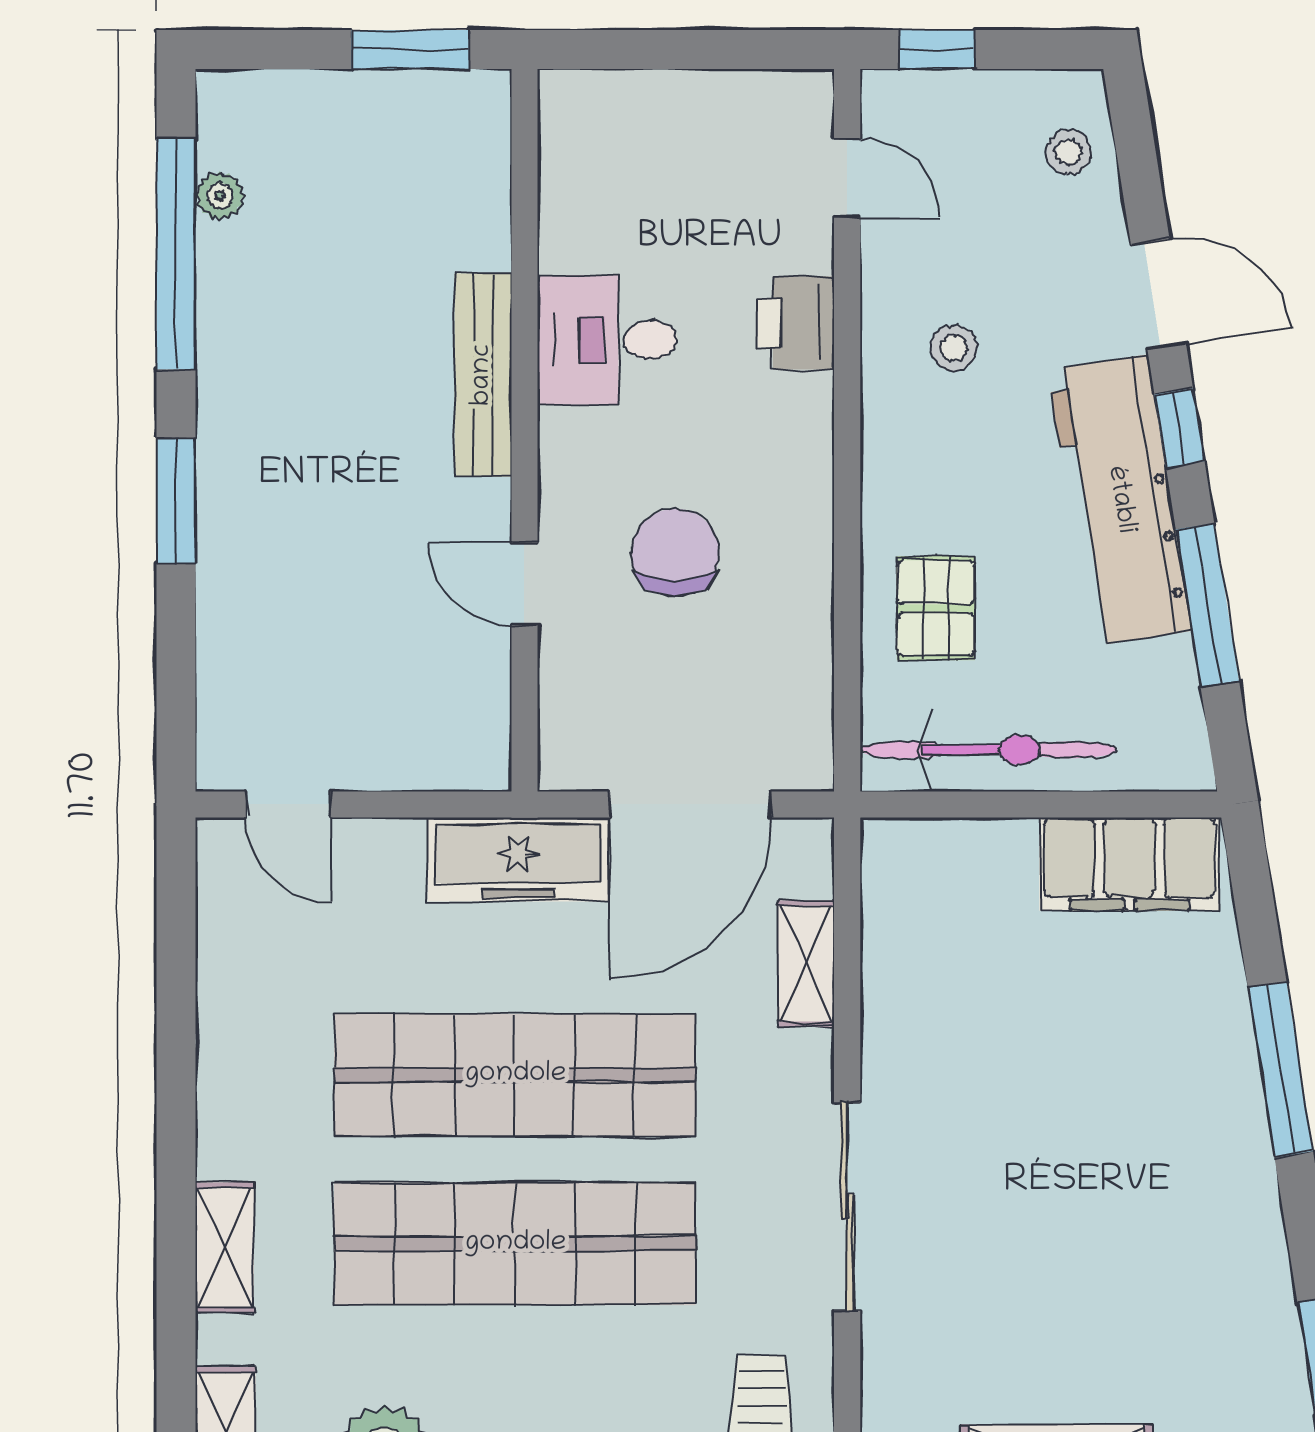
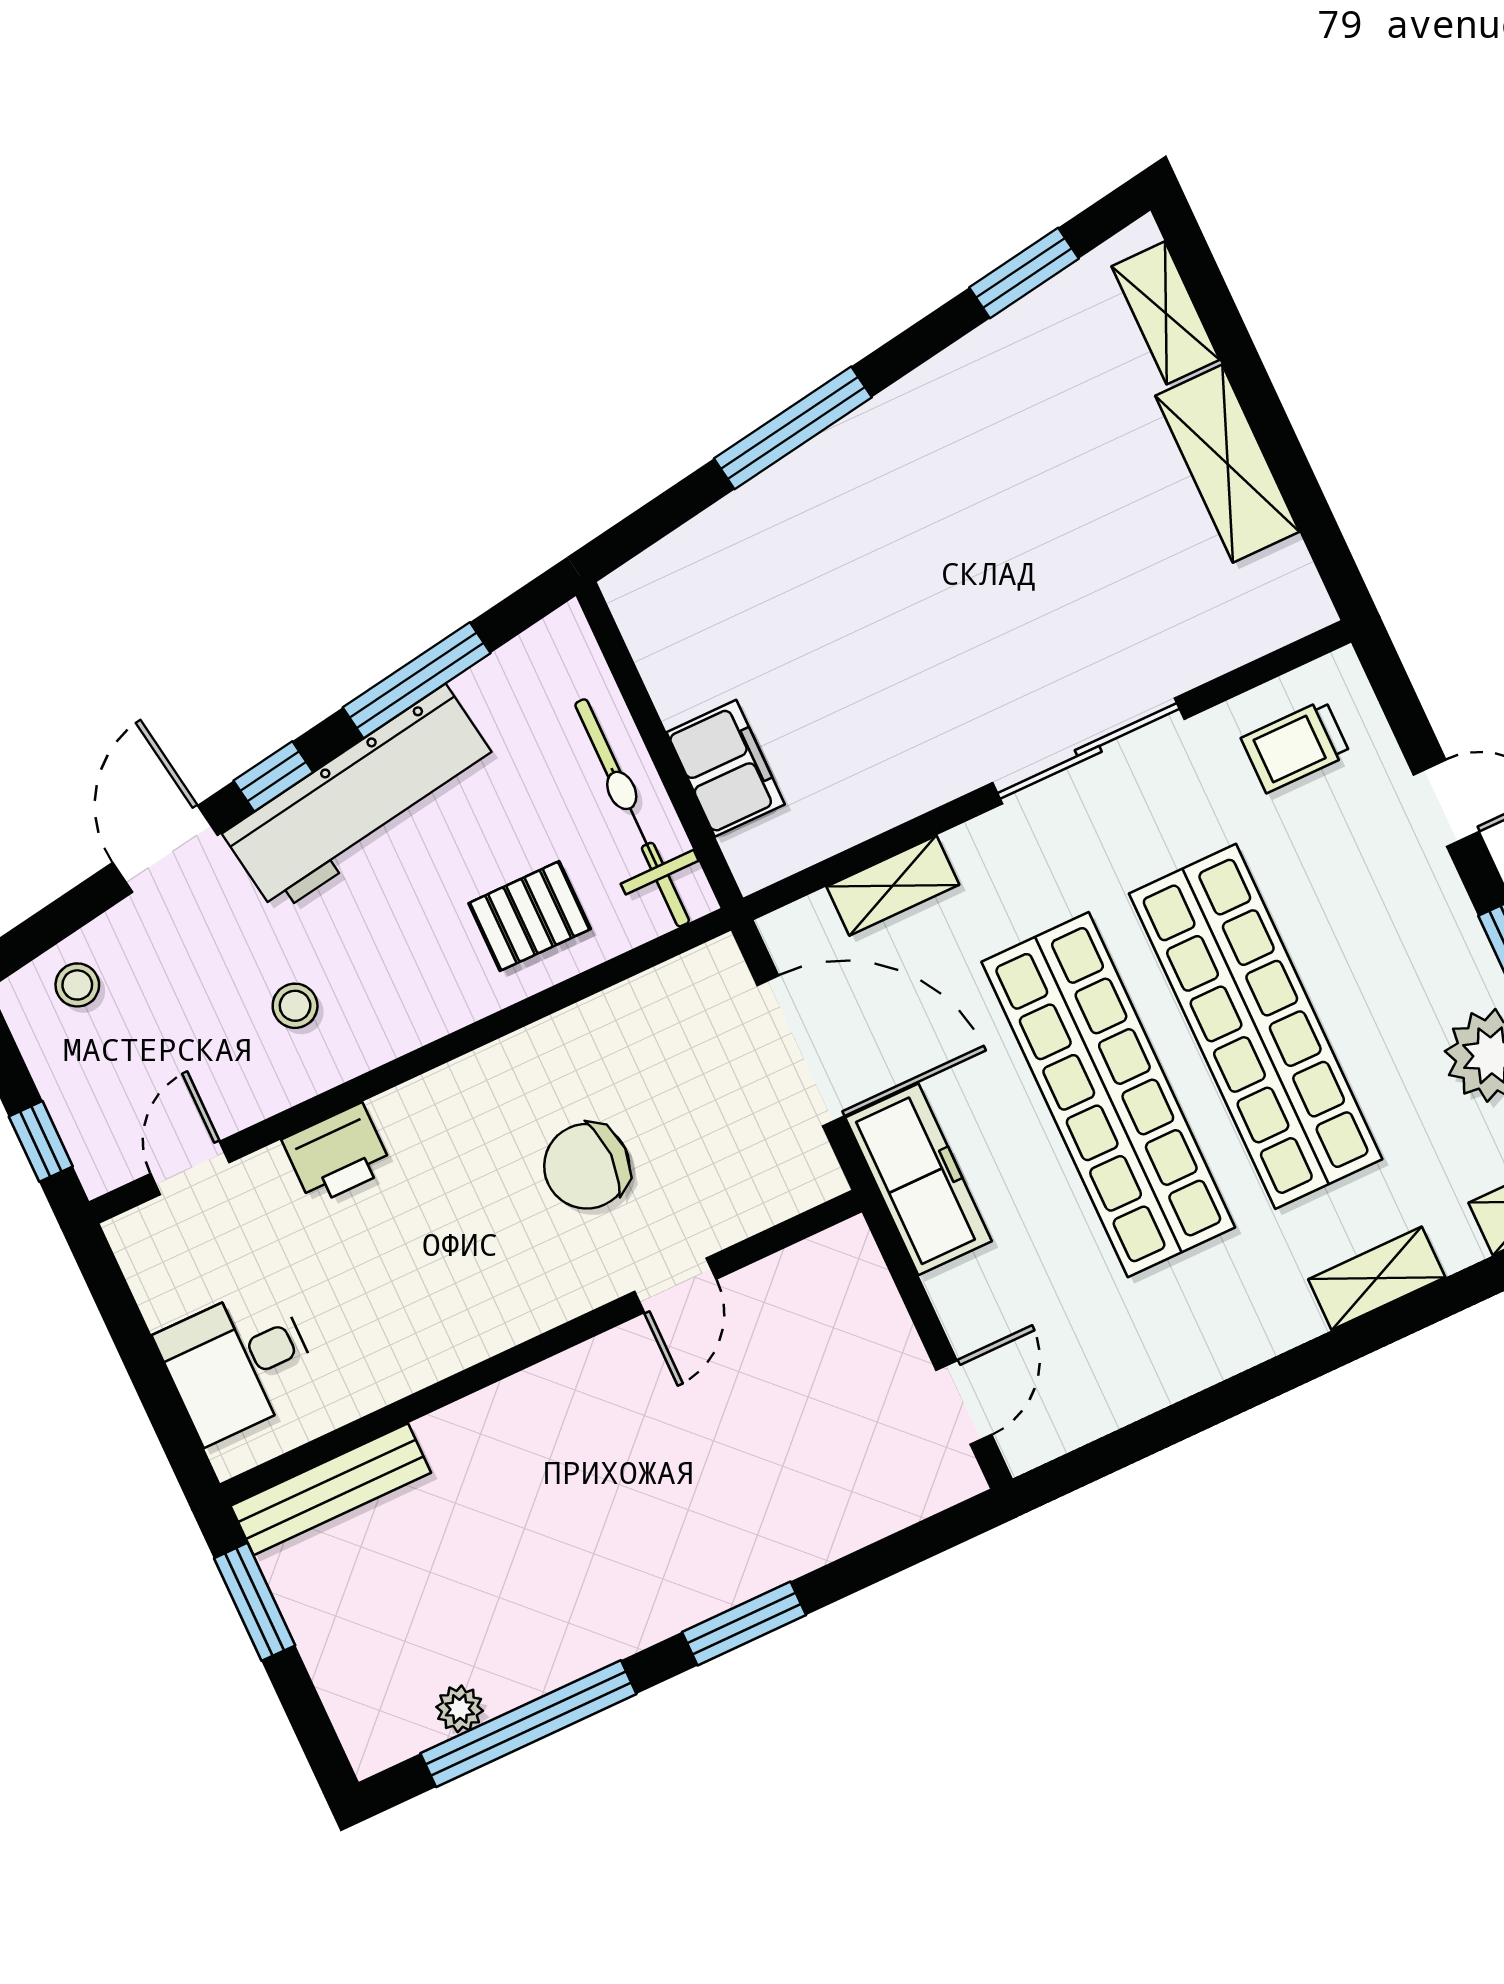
desk: (607, 340) -> (239, 1363), moved, turned 90
bench: (483, 375) -> (331, 1489), moved
filing cabinet: (1129, 864) -> (726, 768), moved, width x0.67, depth x0.86

